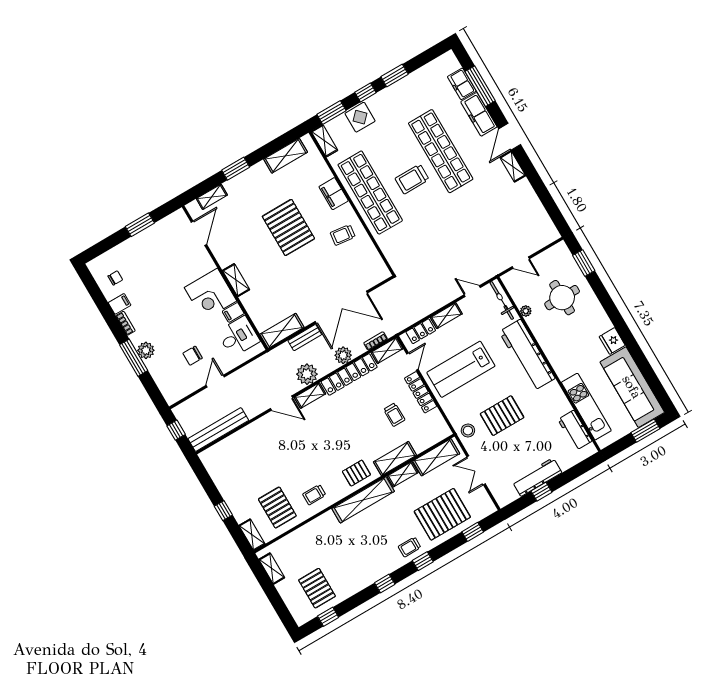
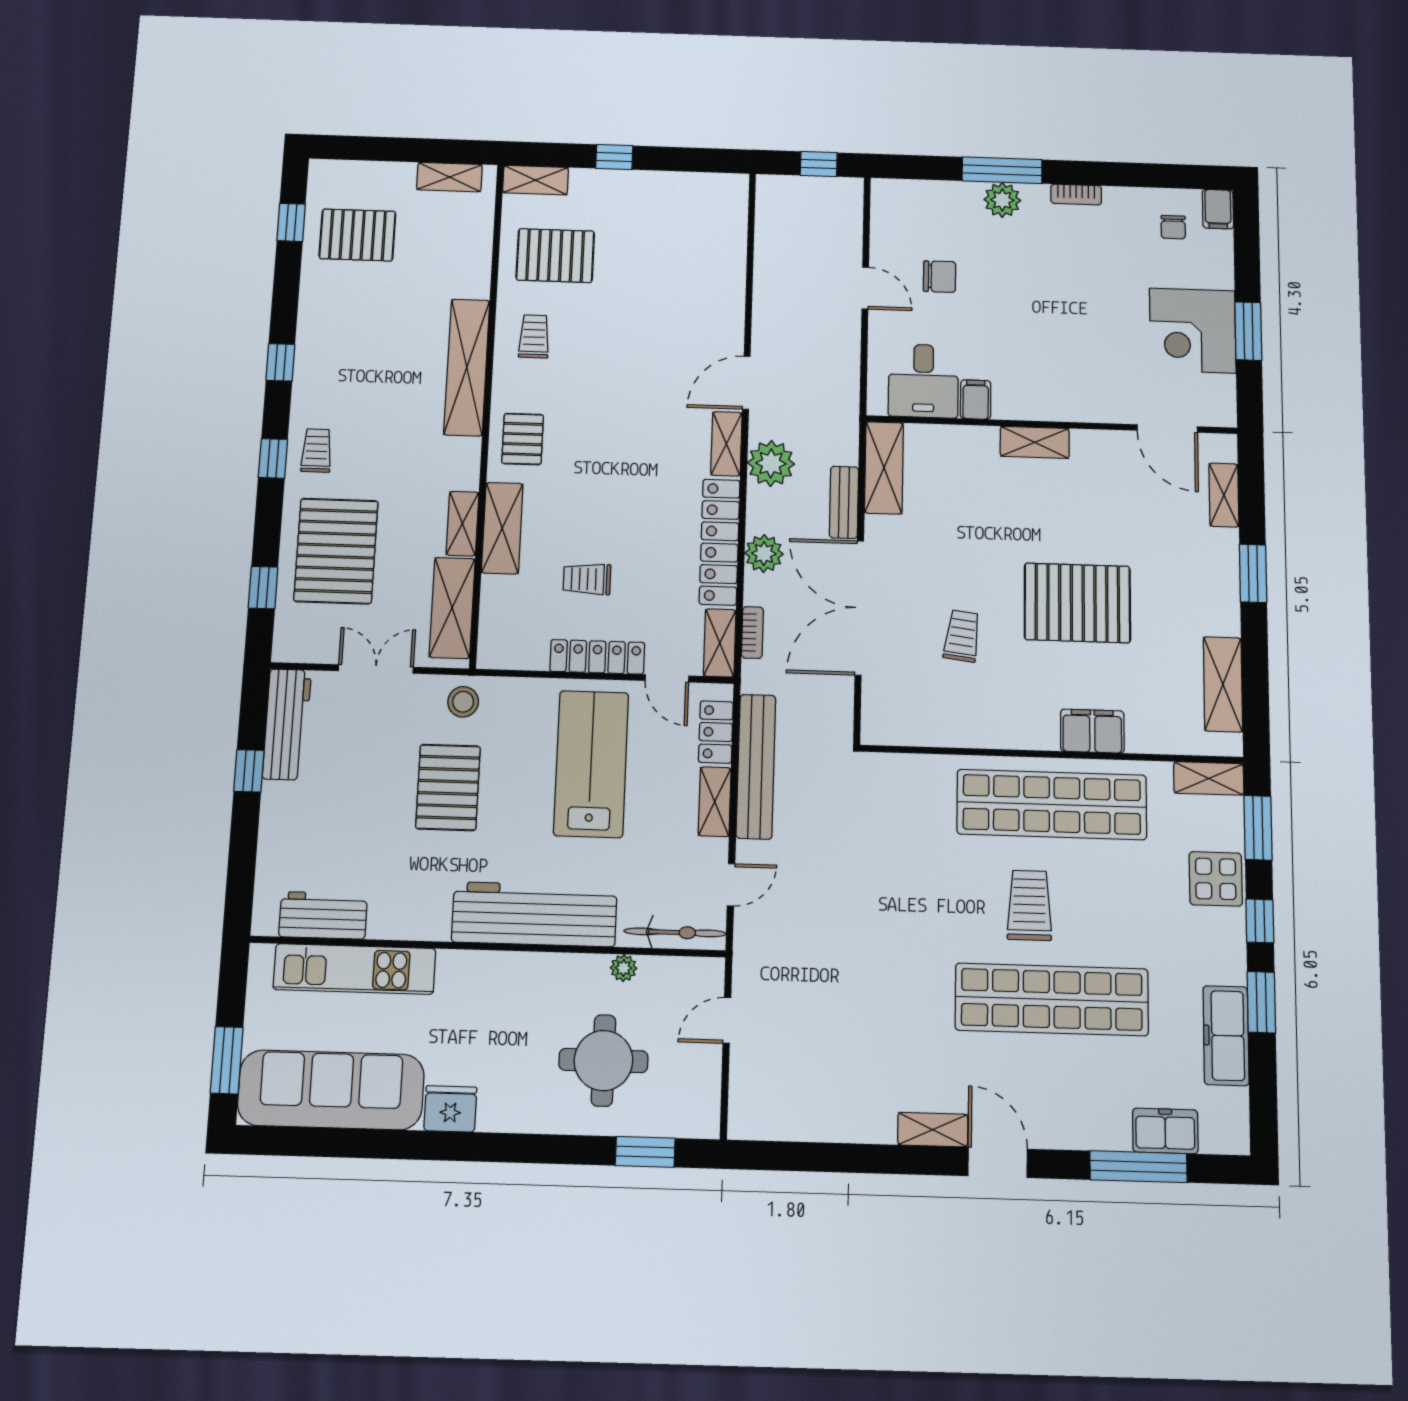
freezer: (479, 114) -> (1226, 1036), moved, turned -90
trolley: (343, 235) -> (962, 636), moved
corner desk: (211, 294) -> (1193, 331), moved, turned -90
filing cabinet: (120, 304) -> (1218, 209), moved
chair: (193, 356) -> (940, 277), turned 90
bench: (218, 429) -> (756, 766), moved
workbench: (537, 477) -> (287, 724), moved
shelving: (363, 500) -> (467, 367), moved

